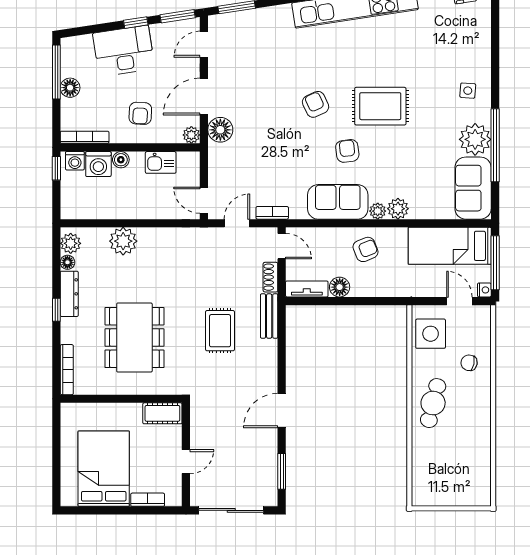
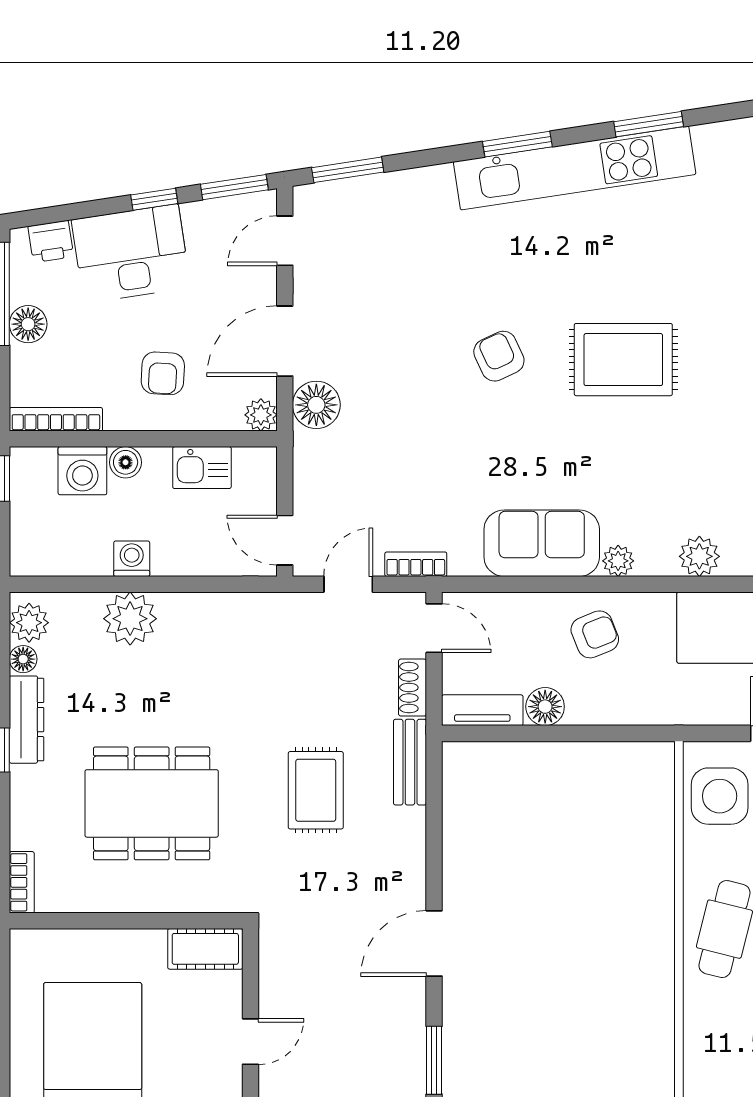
printer: (82, 45) -> (51, 241), added
armchair: (347, 151) -> (560, 445), removed
washing machine: (75, 161) -> (132, 559), moved, turned 180
plant: (398, 209) -> (699, 556), moved
dining table: (134, 338) -> (152, 803), turned 90
bookcase: (67, 370) -> (22, 882), width x0.64

